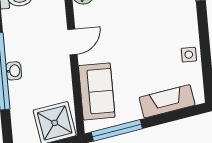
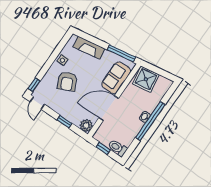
armchair: (159, 31) -> (67, 81), added
door: (72, 42) -> (109, 108), width x1.88

